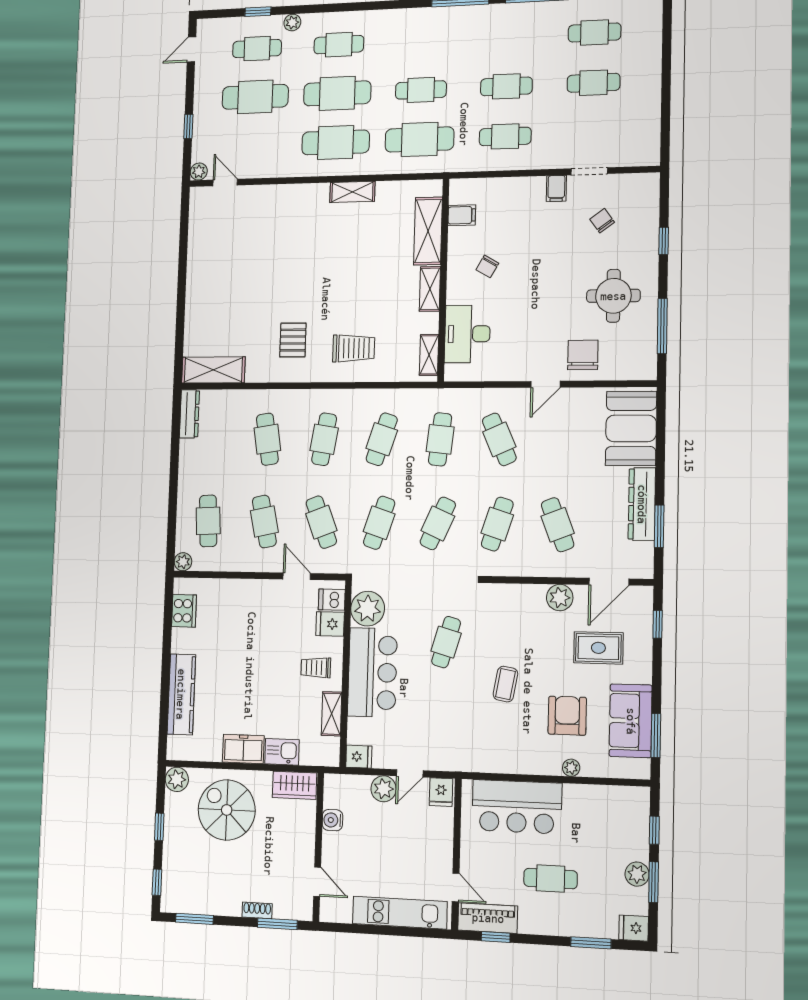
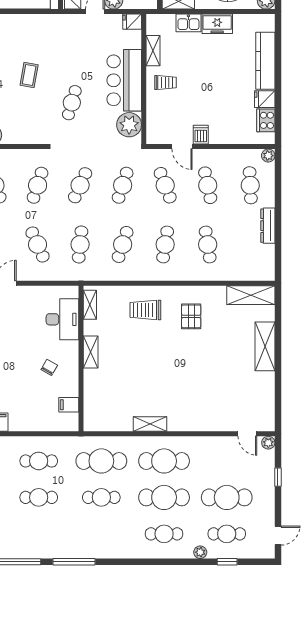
shelving: (428, 231) -> (265, 346), moved
dresser: (189, 414) -> (268, 226), moved
dishwasher: (332, 600) -> (201, 135), moved, turned -90
fridge: (330, 624) -> (265, 99), moved, turned 180

